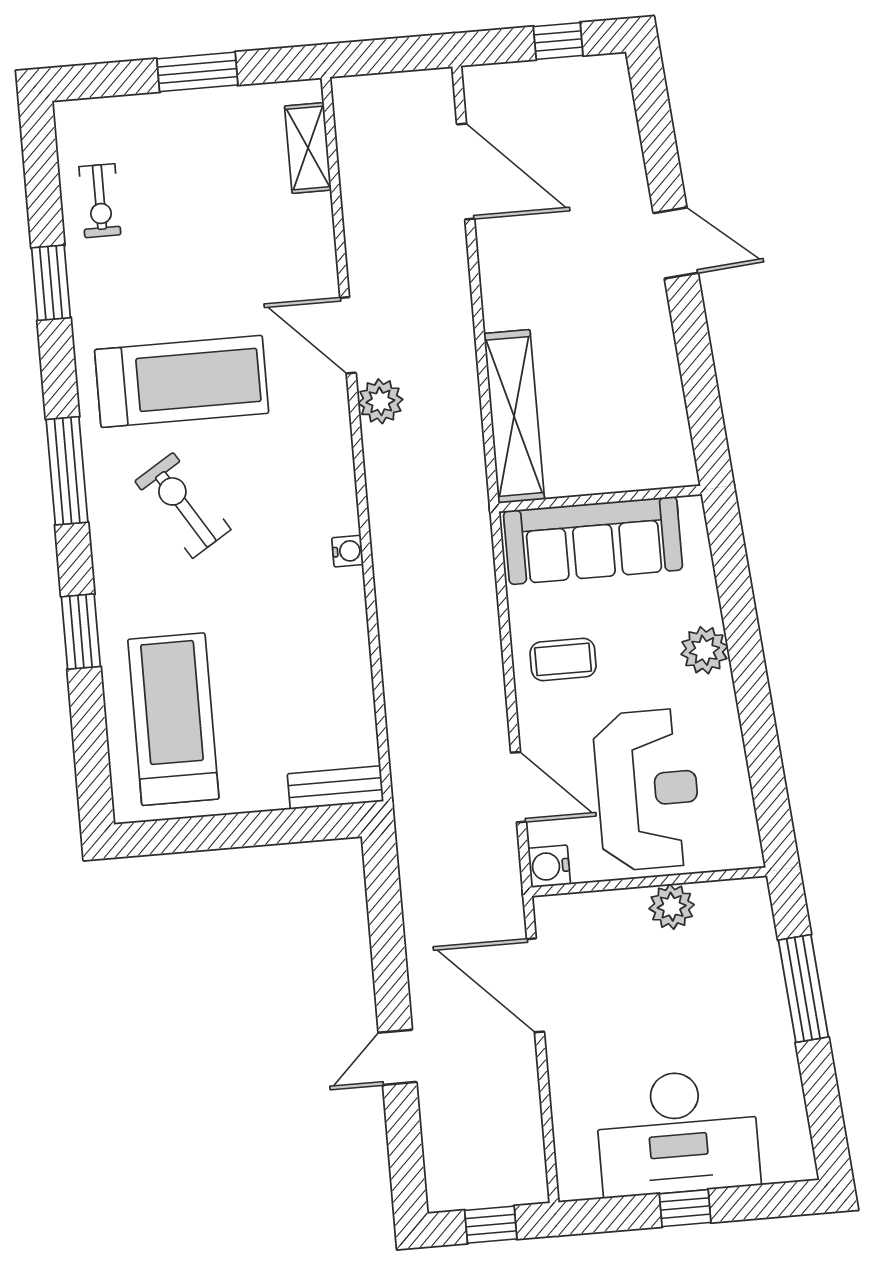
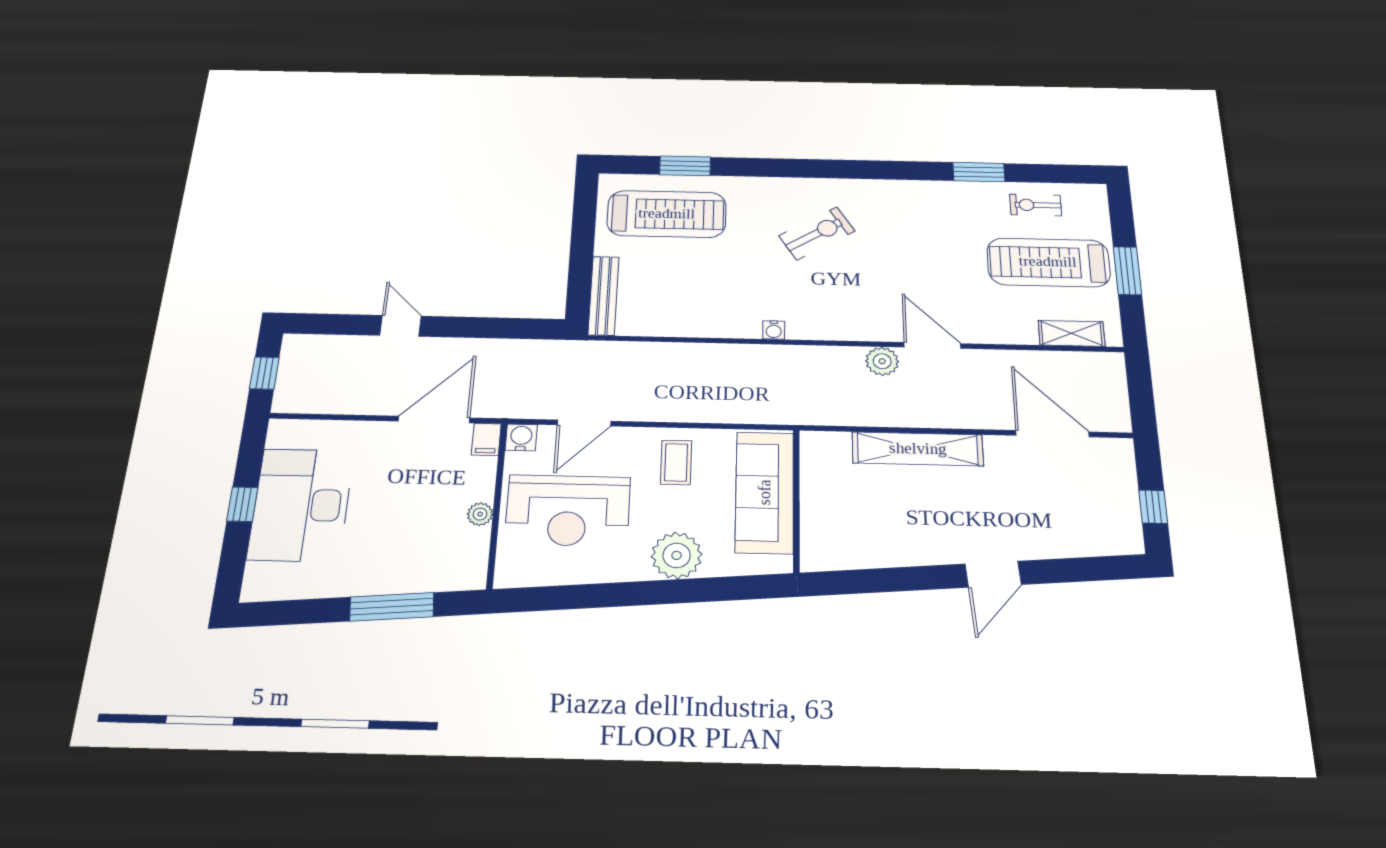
door: (466, 171) -> (1052, 434), swing flipped
door: (348, 335) -> (932, 345), hinge flipped
treadmill: (182, 381) -> (1048, 262), moved, turned 90
shelving: (514, 416) -> (918, 449), moved
window: (67, 471) -> (847, 169), removed
window: (81, 632) -> (685, 166), moved
plant: (704, 650) -> (677, 555), width x1.36, depth x1.36
bench: (335, 788) -> (604, 296), width x1.36
plant: (672, 907) -> (480, 514), width x0.73, depth x0.73
filing cabinet: (557, 912) -> (486, 439), added

